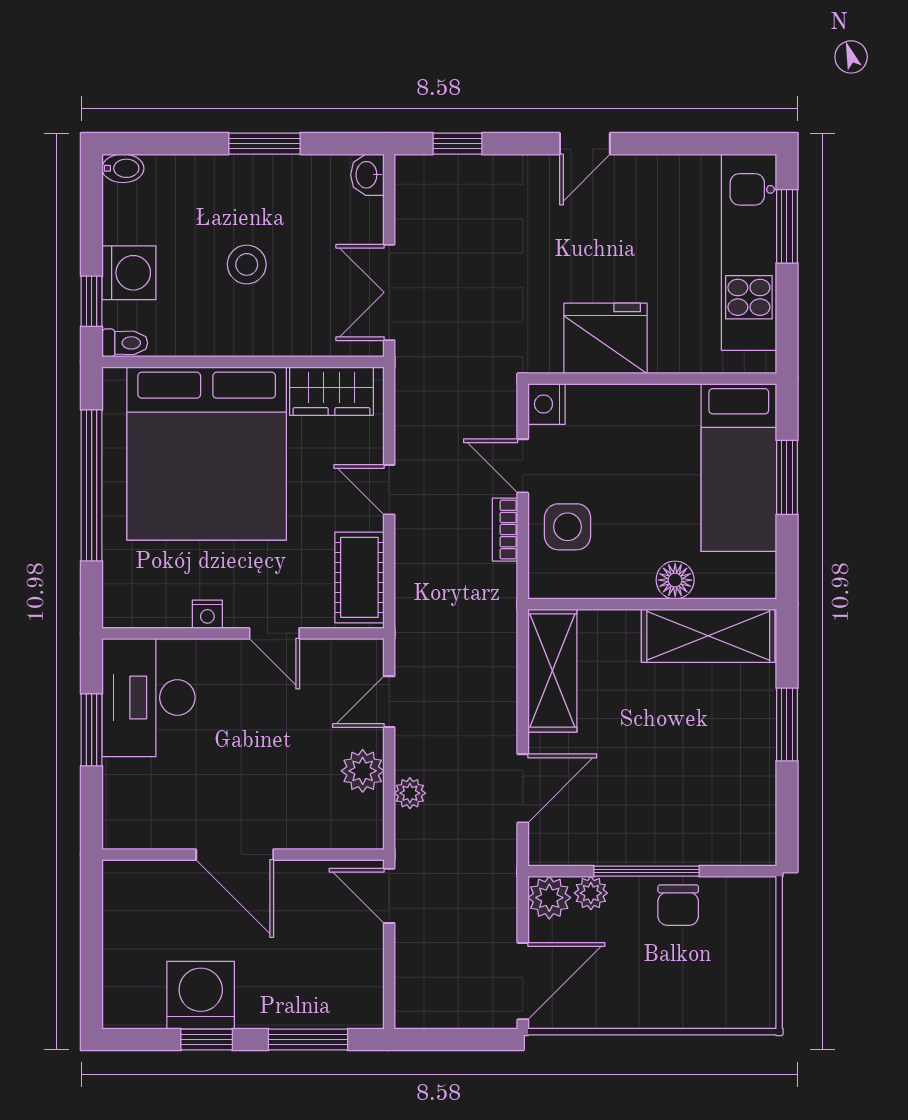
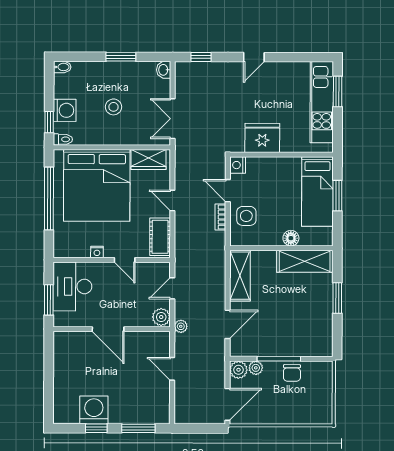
door: (235, 855) -> (108, 329), moved
wall: (243, 855) -> (112, 329), moved

